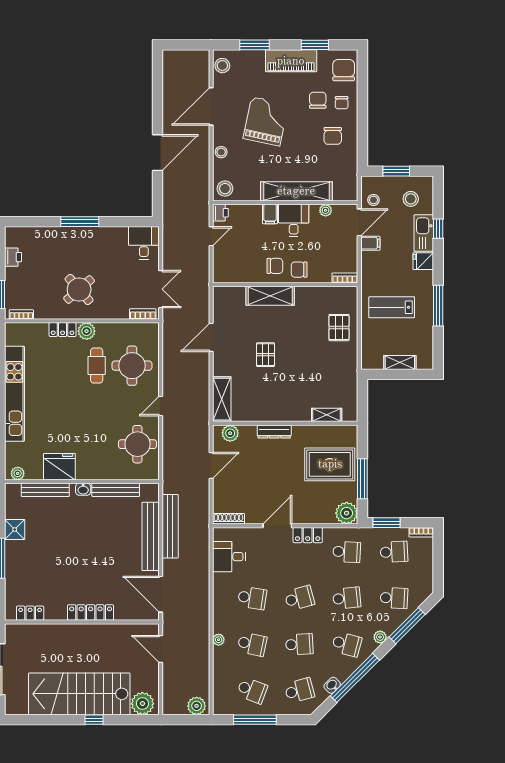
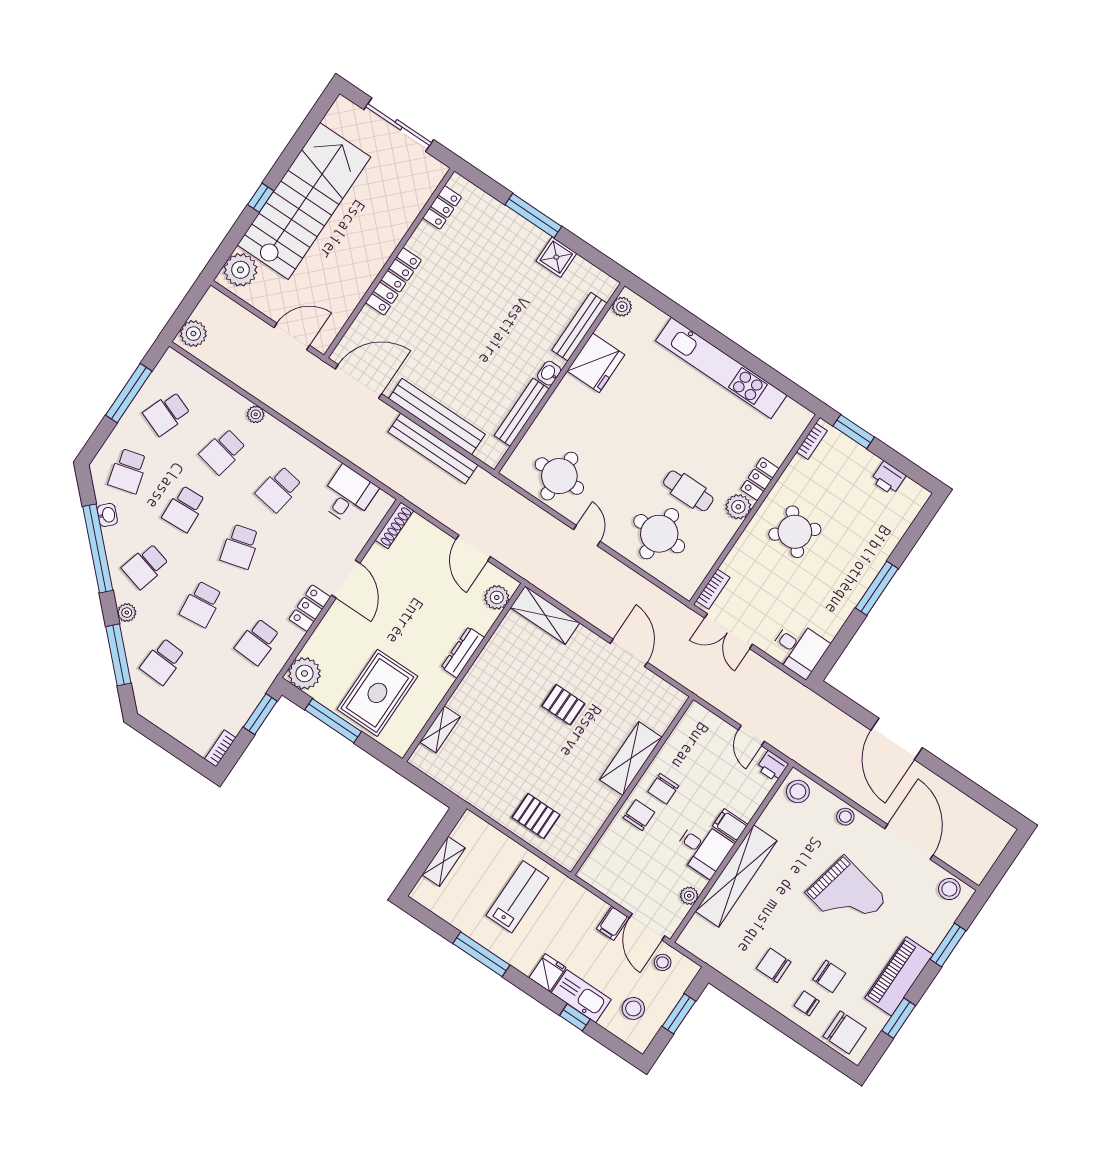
bookcase: (345, 278) -> (591, 864), removed
school desk: (394, 552) -> (219, 699), removed

